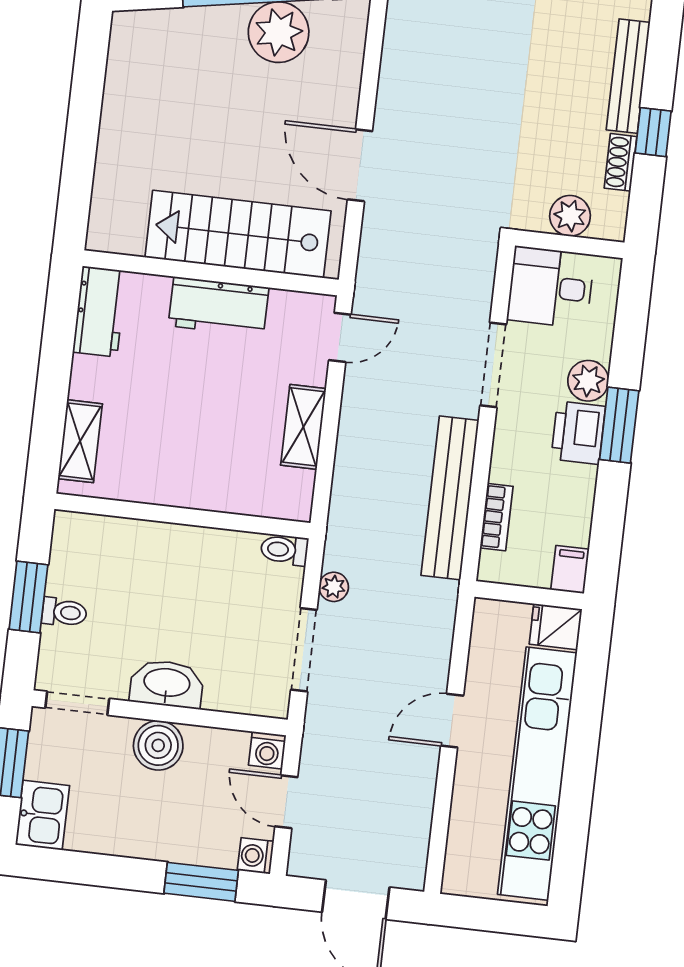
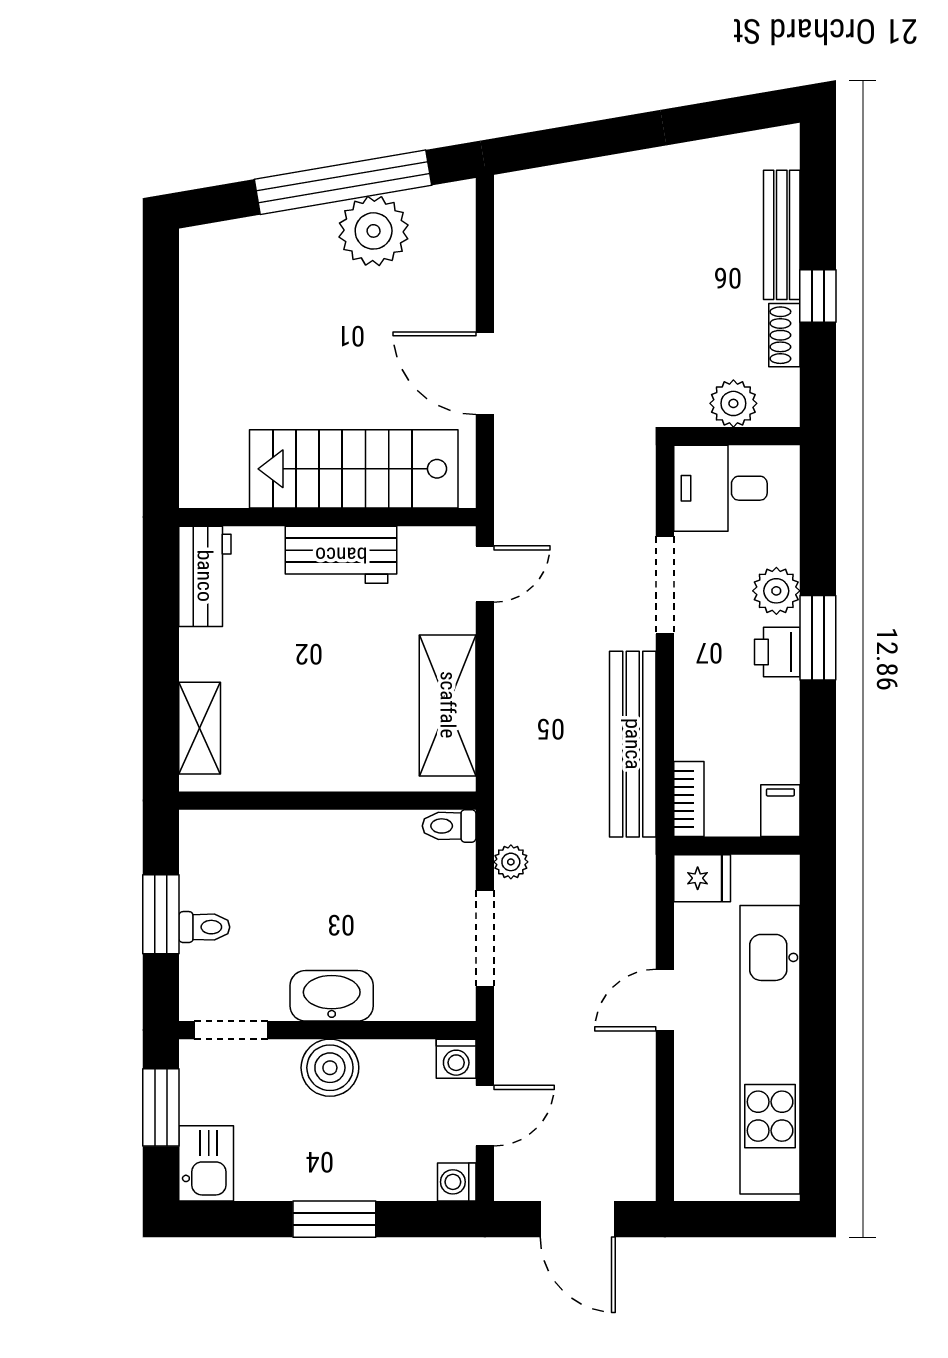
shelving: (303, 427) -> (448, 705), width x1.50, depth x1.33
printer: (578, 433) -> (777, 652), width x0.73, depth x0.81
bookcase: (497, 517) -> (689, 799), moved
fridge: (556, 627) -> (702, 878), moved, turned 180
door: (286, 802) -> (485, 1116), swing flipped
window: (201, 882) -> (334, 1219), moved

